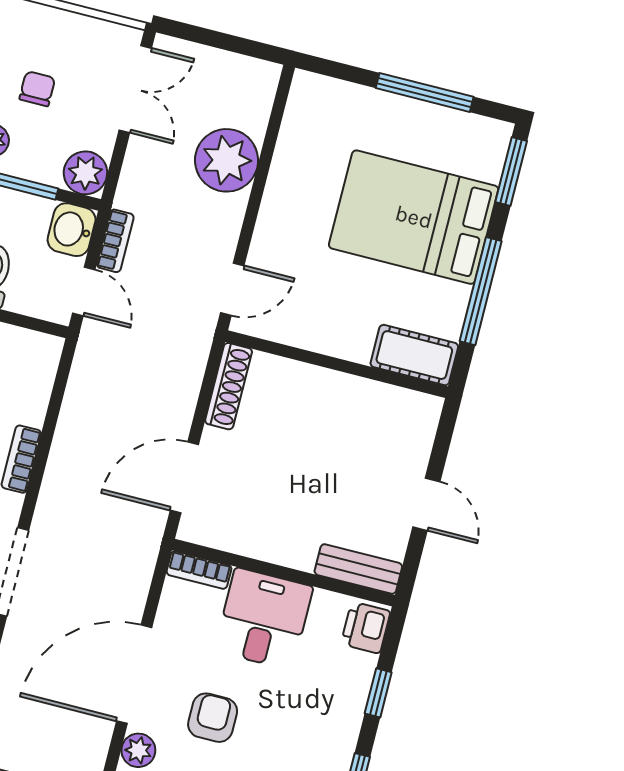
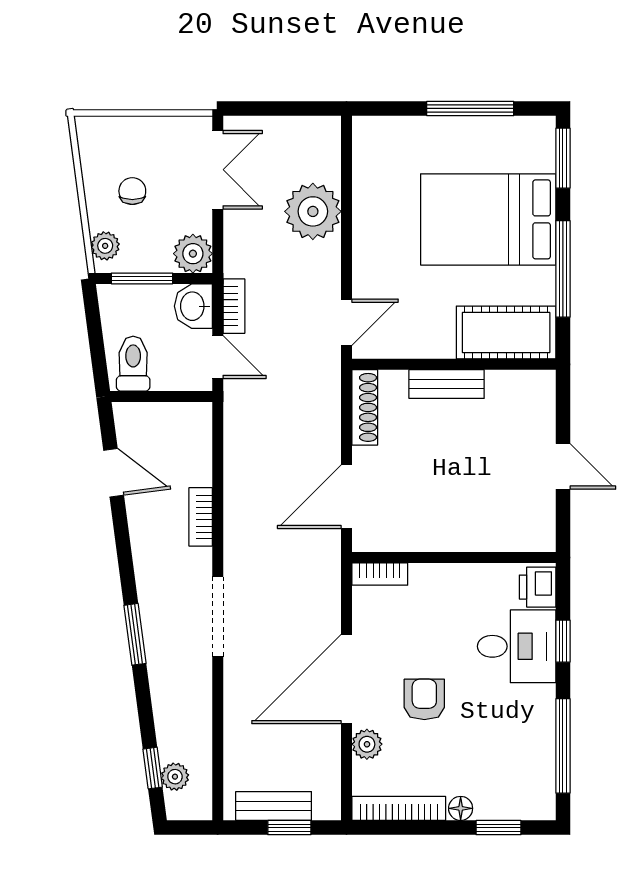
cot: (414, 355) -> (506, 332), width x1.37, depth x1.34
bench: (358, 569) -> (447, 384), moved
desk: (264, 619) -> (517, 646), moved, turned 90

